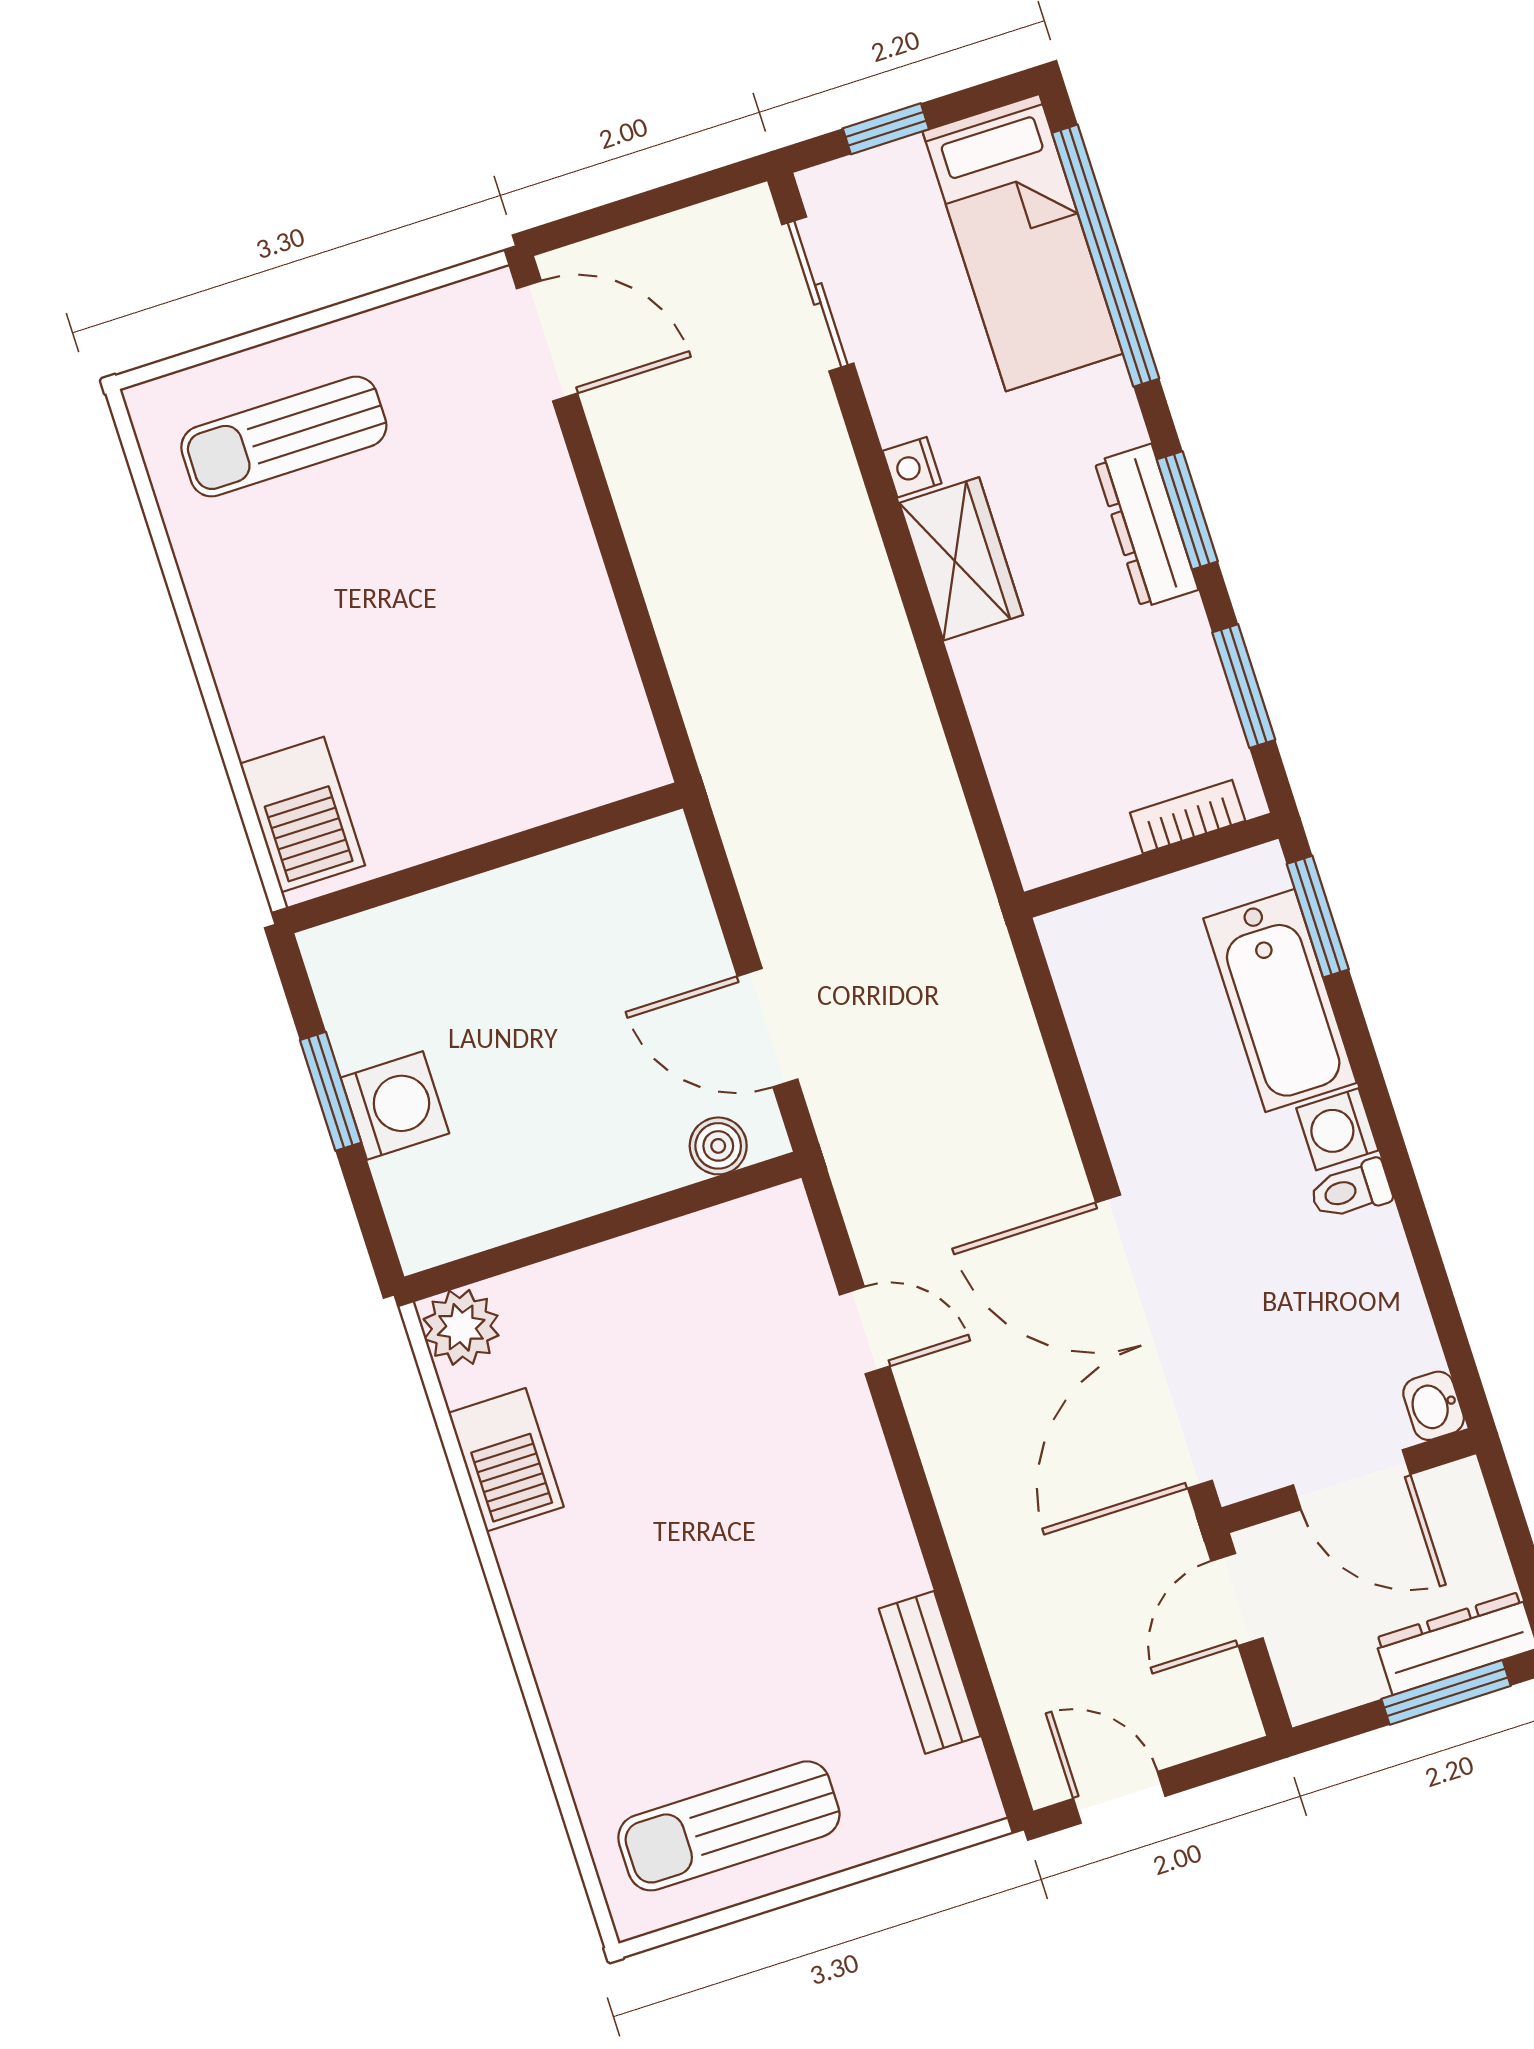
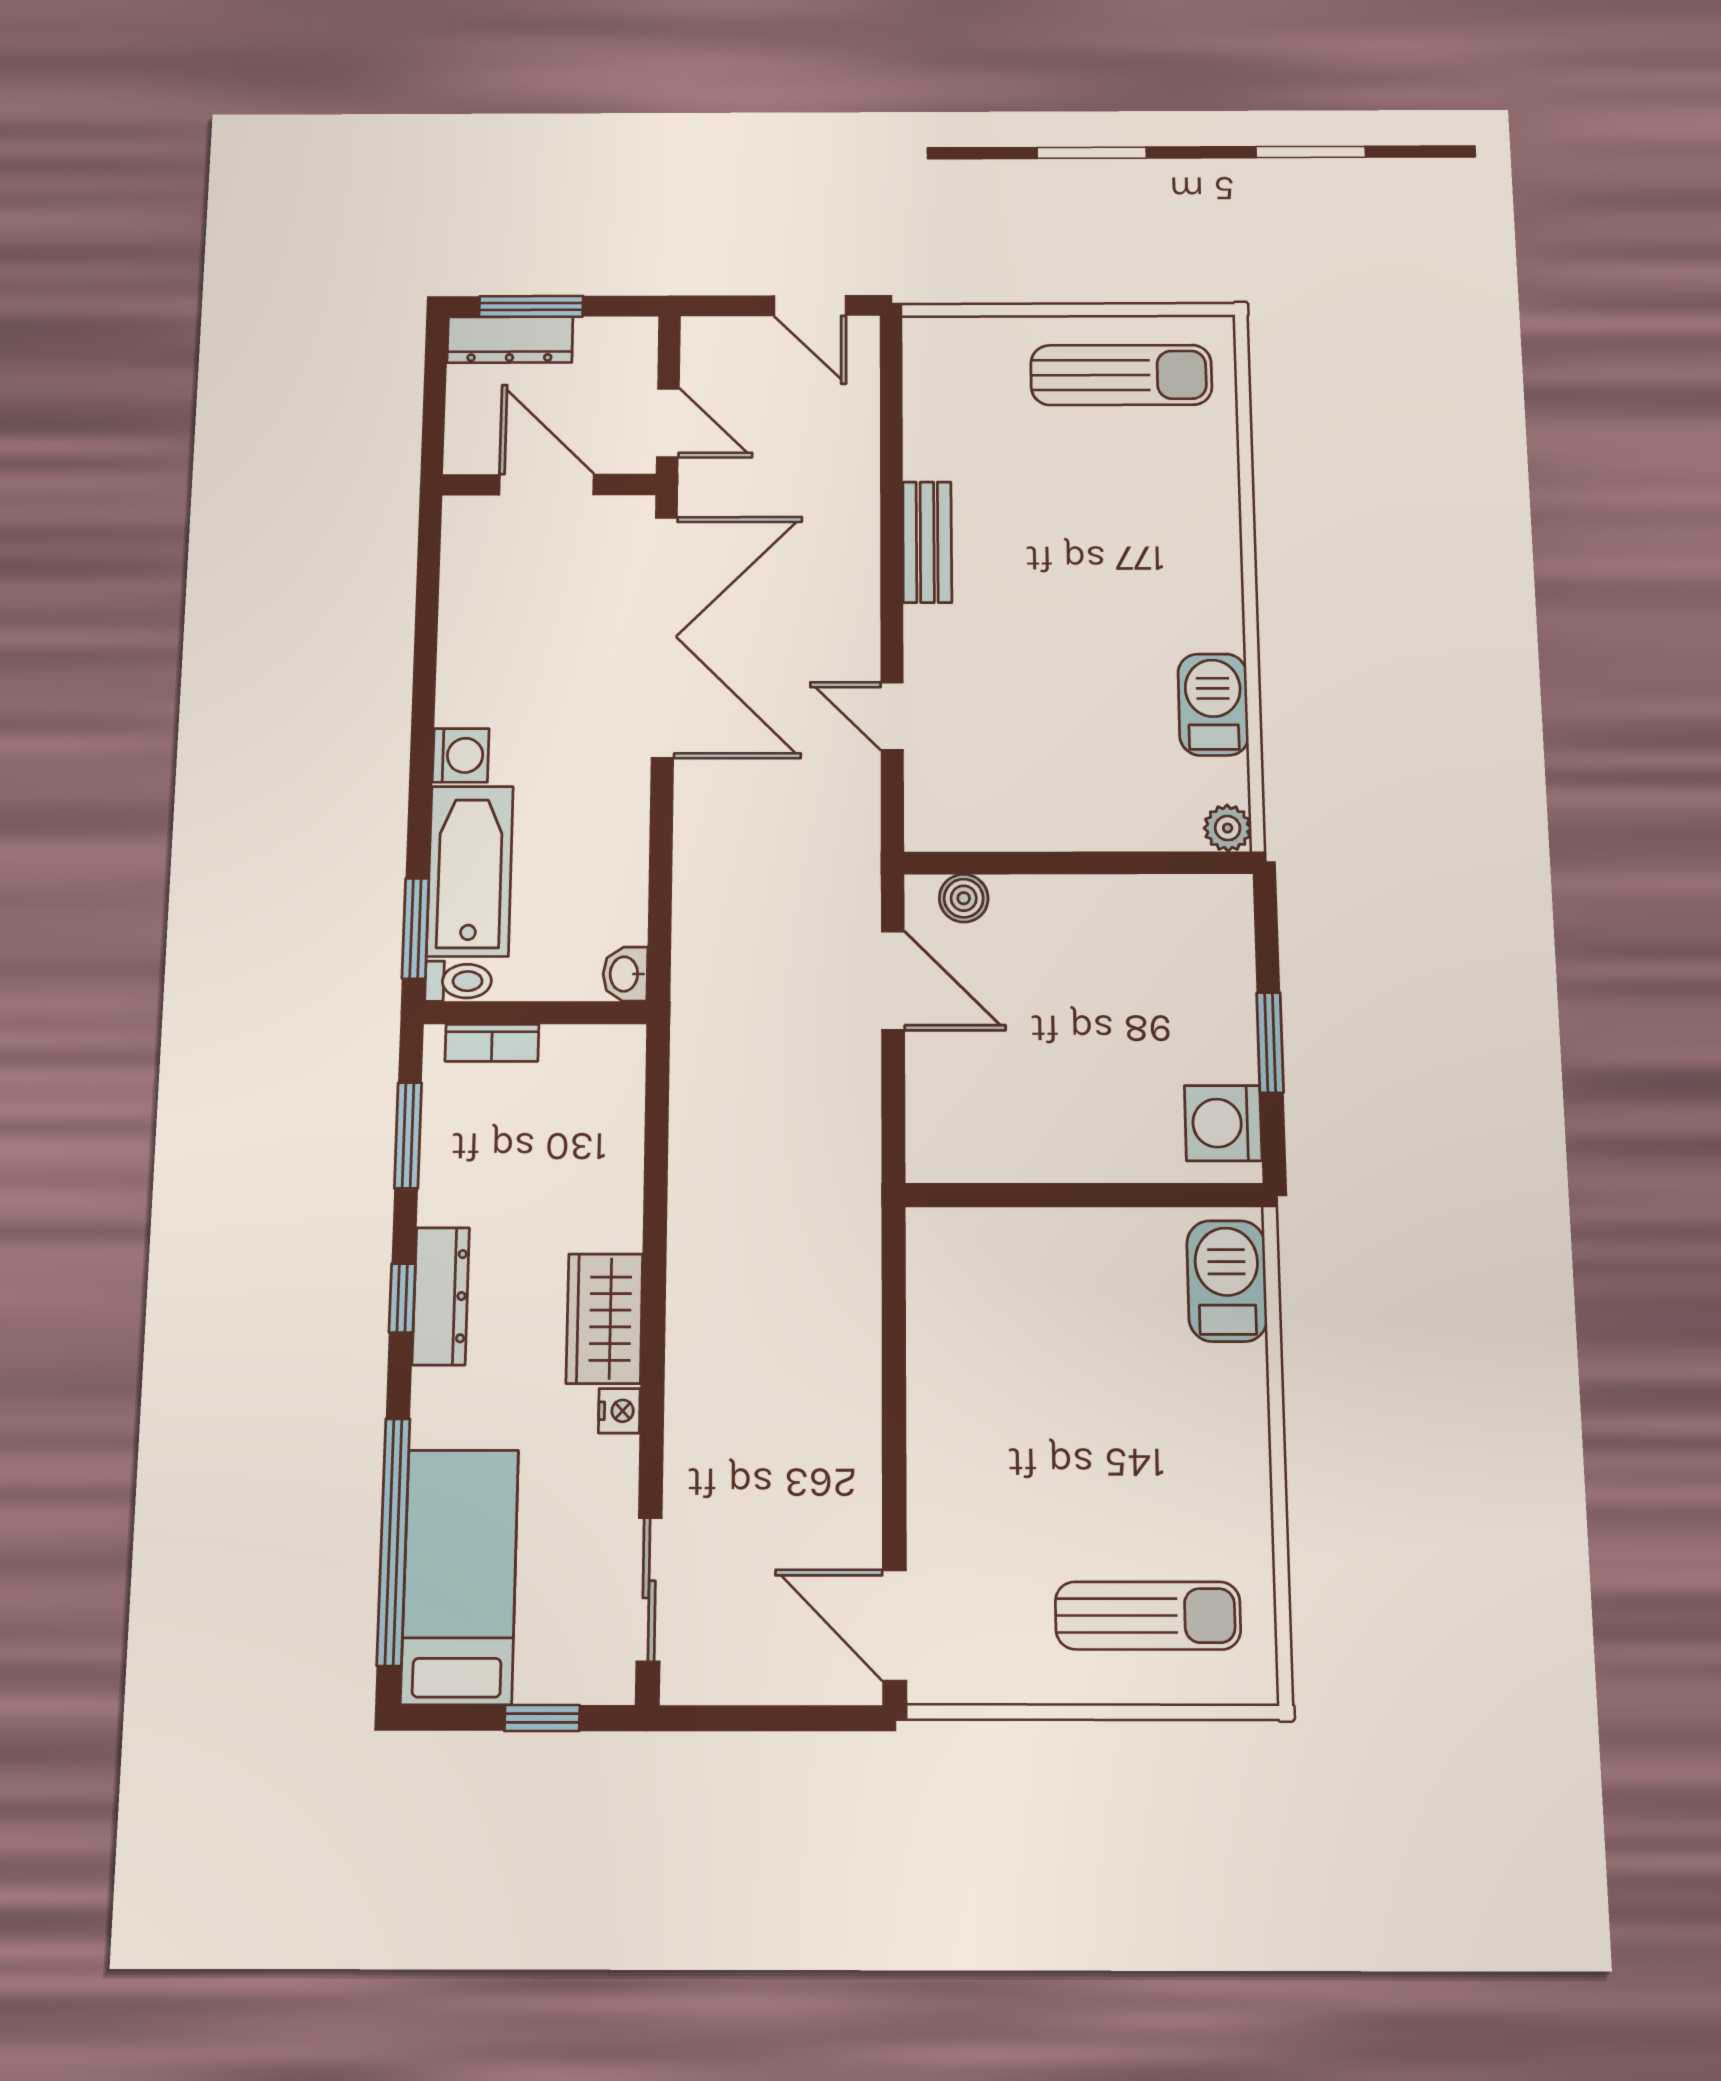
window: (1187, 510) -> (402, 1298), width x0.67
washing machine: (395, 1105) -> (1223, 1123), moved
toilet: (1351, 1190) -> (458, 981), moved
plant: (461, 1327) -> (1228, 828), width x0.73, depth x0.73
washbasin: (1434, 1406) -> (625, 974), moved, turned 180
door: (1237, 1600) -> (668, 423), hinge flipped
bench: (930, 1672) -> (927, 542), moved

